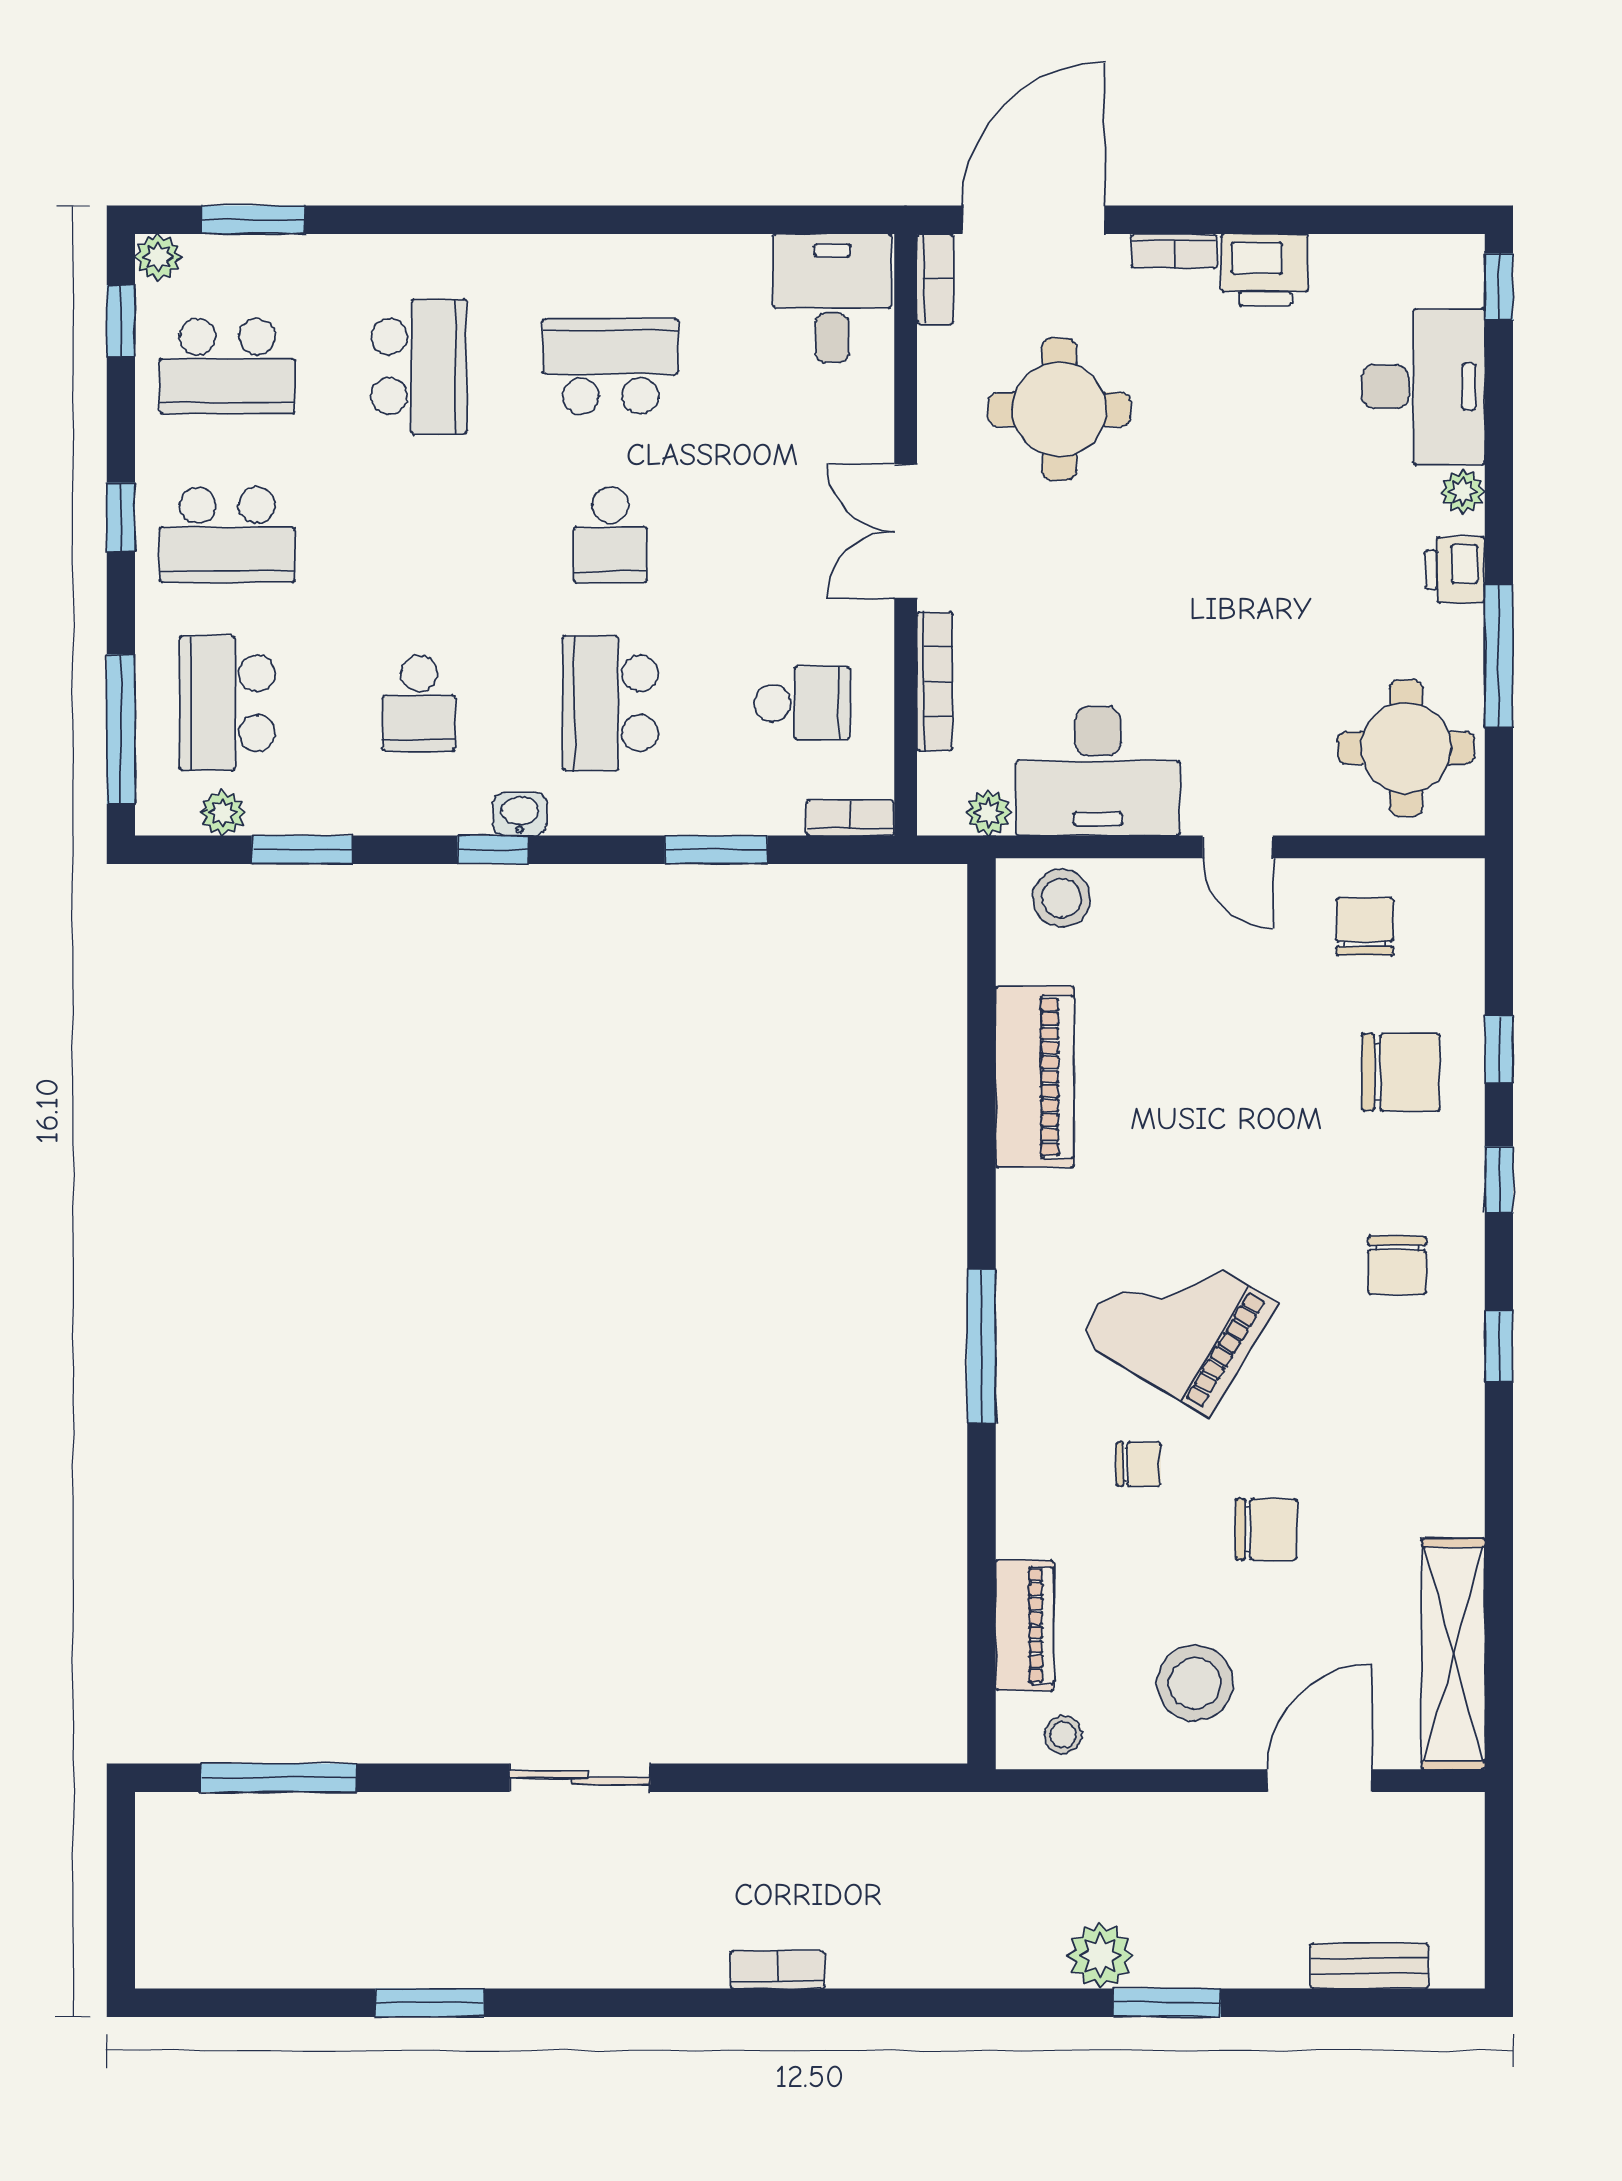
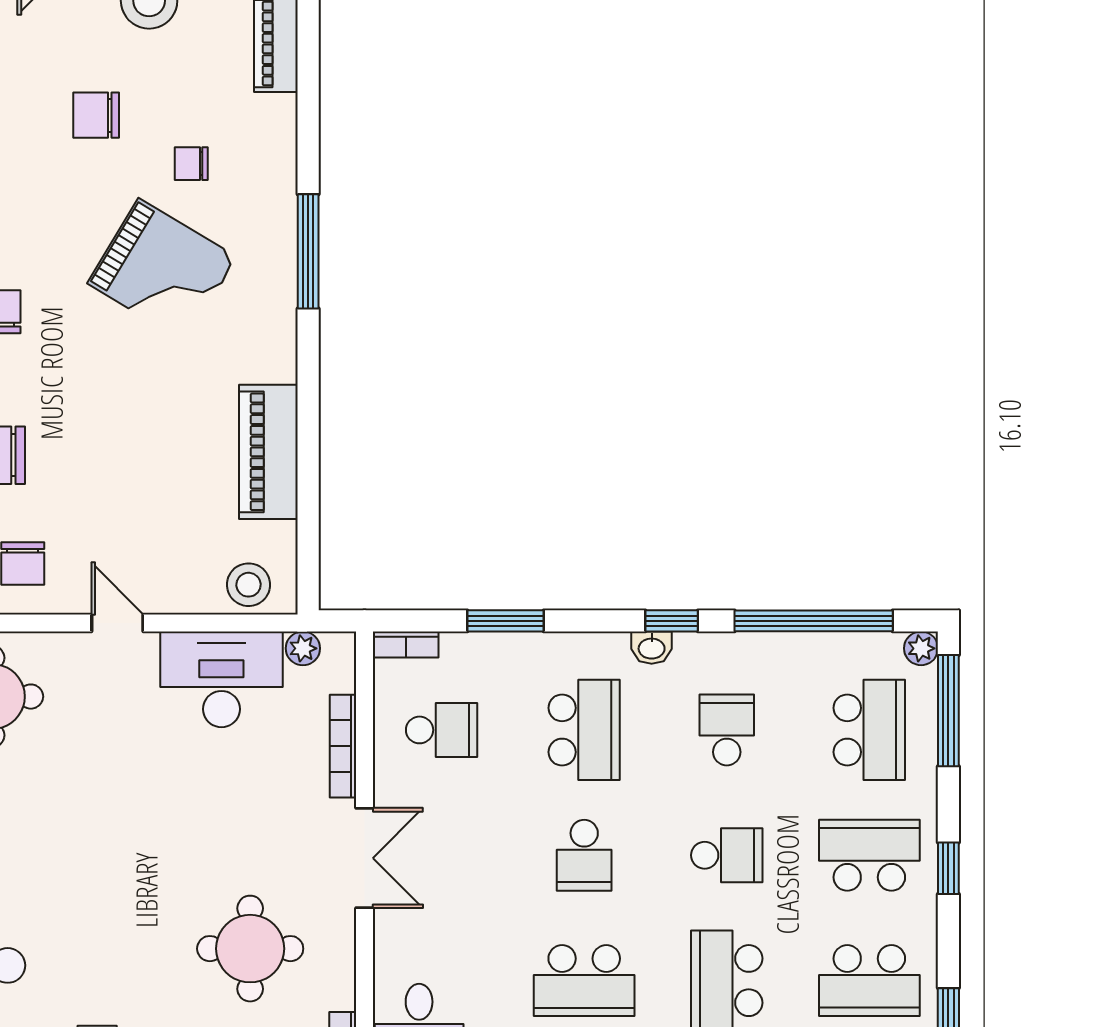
school desk: (227, 366) -> (869, 981), turned 180
school desk: (419, 535) -> (727, 855), added
school desk: (610, 535) -> (584, 855), turned 180
school desk: (802, 703) -> (442, 730), turned 180
plant: (223, 813) -> (921, 648), moved
window: (302, 850) -> (814, 621), width x2.11

